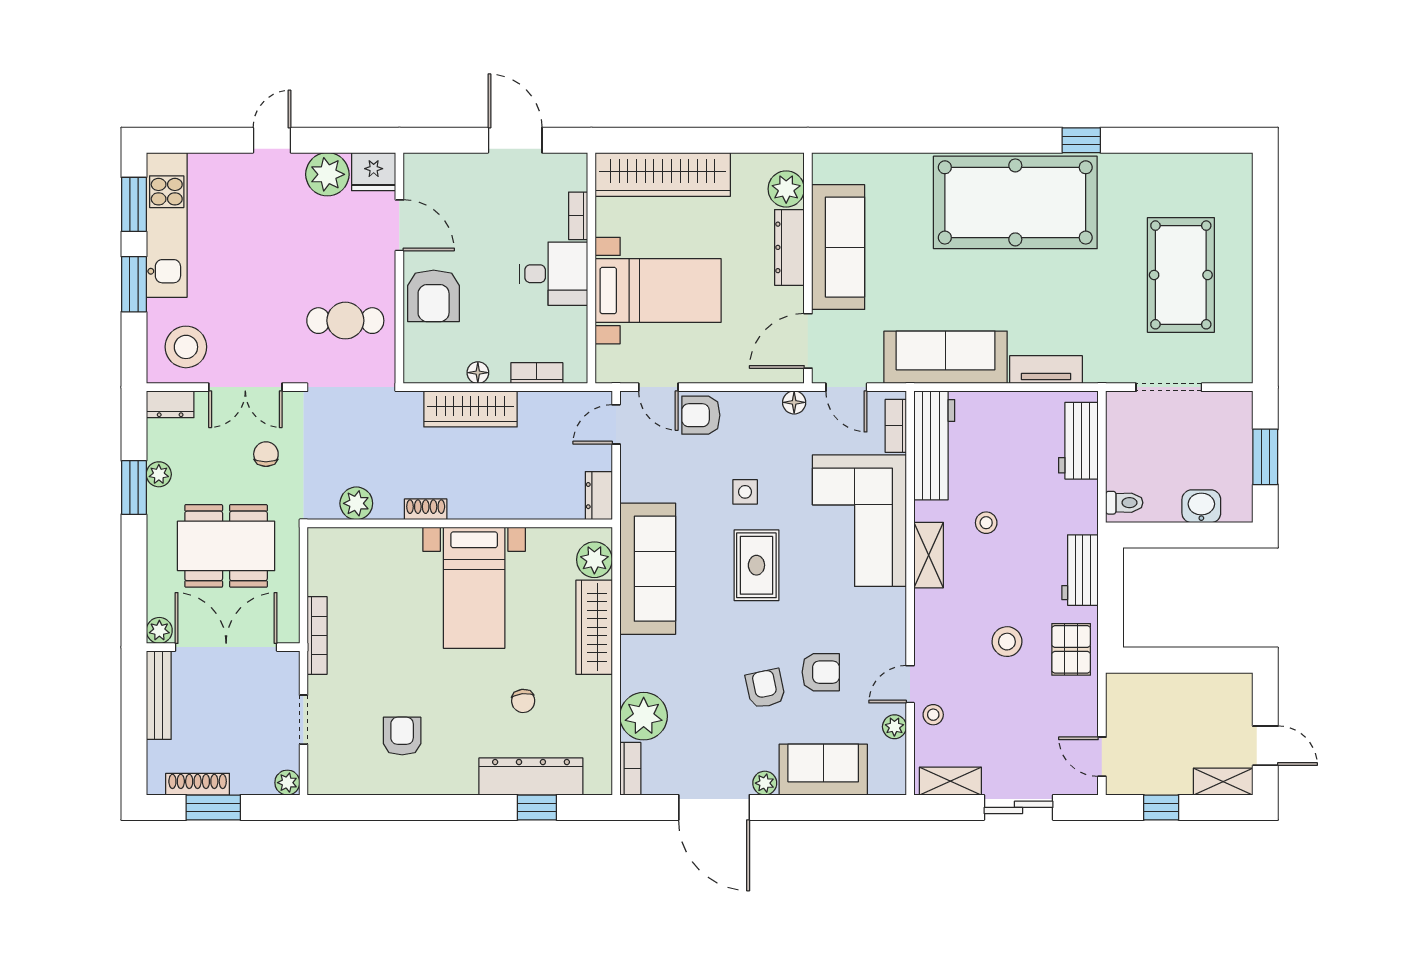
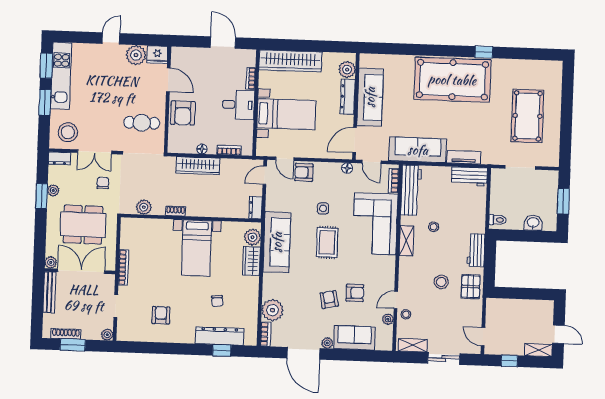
workbench: (1078, 441) -> (469, 176), moved, turned -90
wardrobe: (594, 627) -> (251, 261), width x0.67

